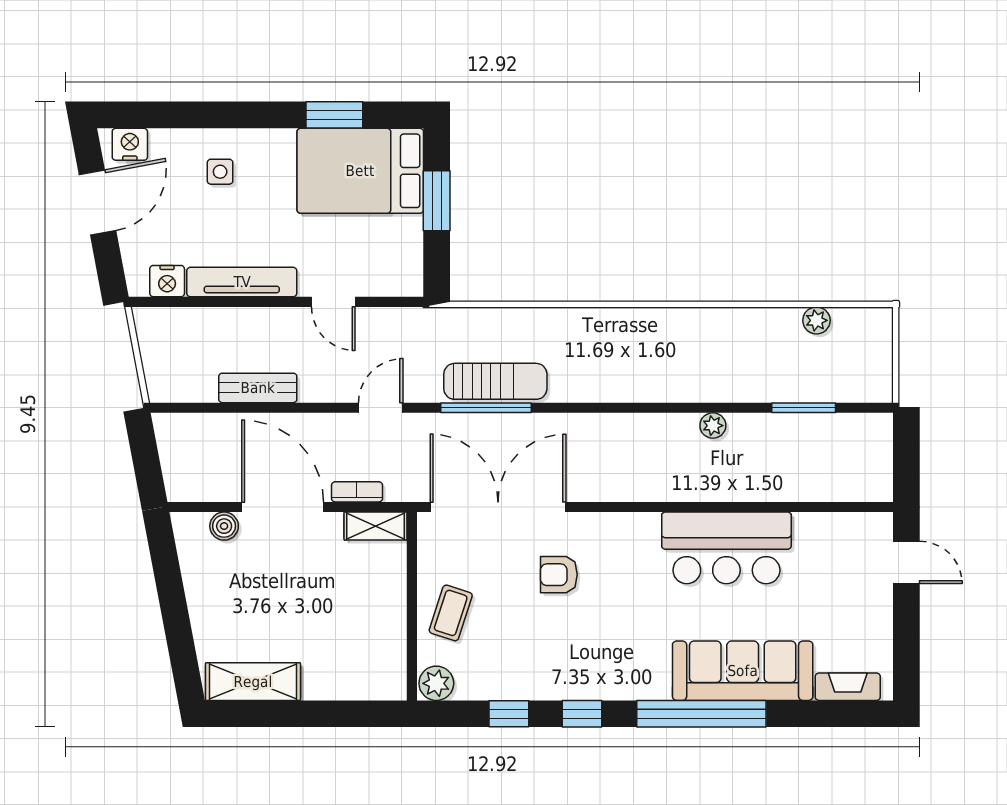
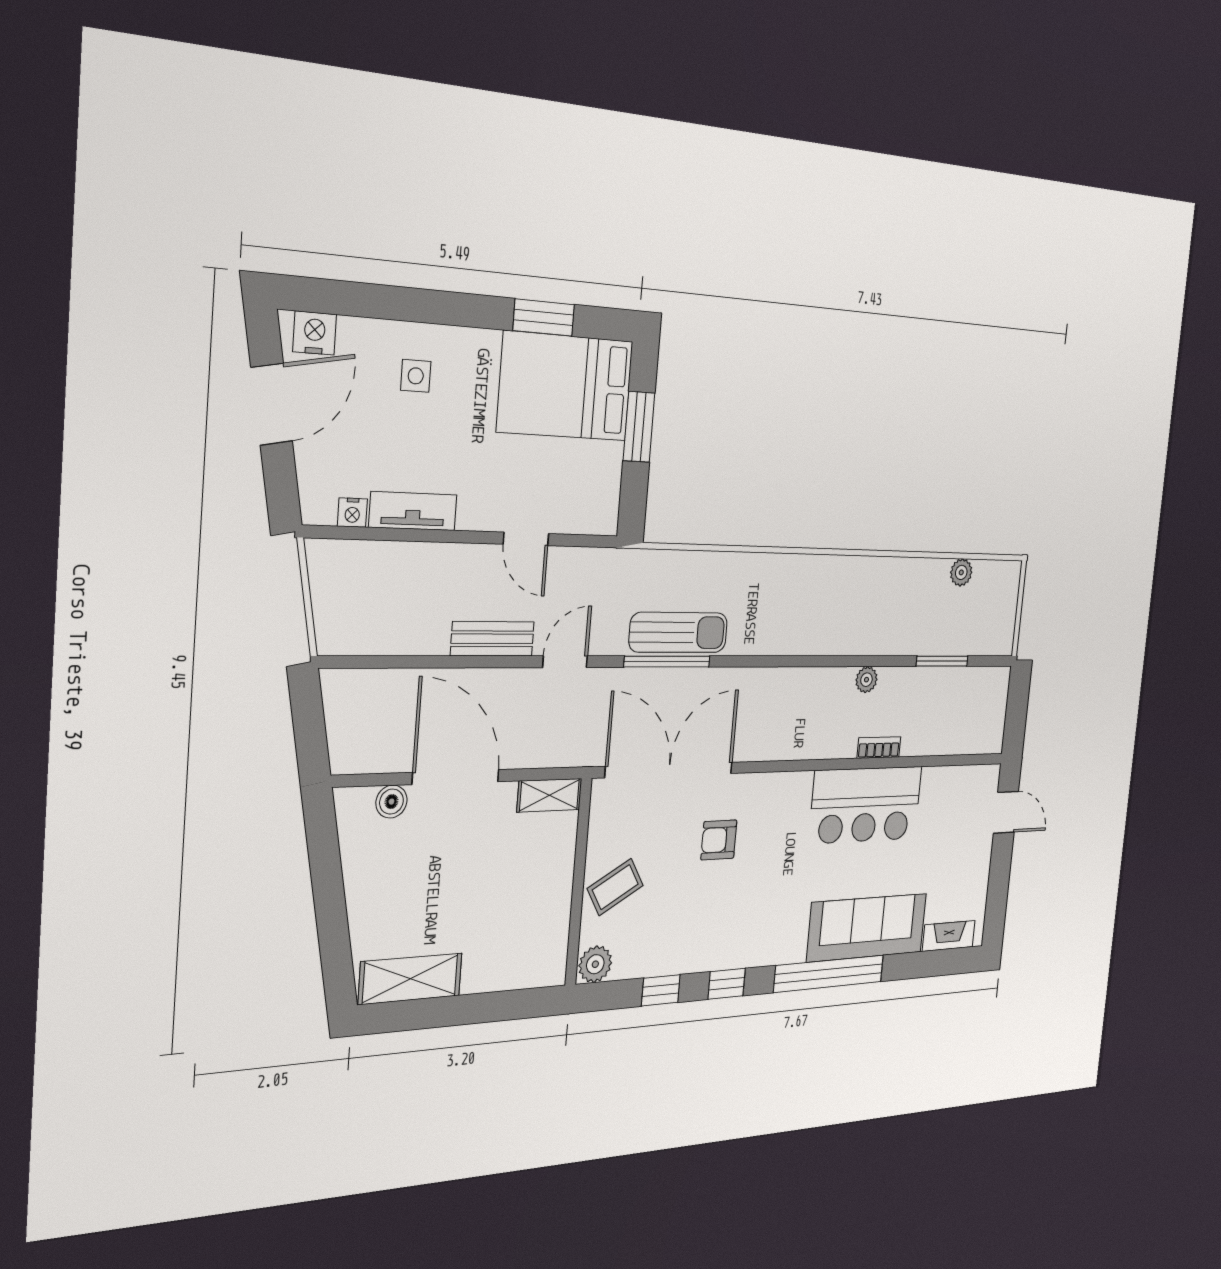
nightstand: (167, 281) -> (352, 513), width x0.72, depth x0.74
tv unit: (242, 282) -> (413, 511), width x0.71
bench: (258, 388) -> (492, 639), moved
bookcase: (357, 492) -> (879, 747), moved
coffee table: (451, 613) -> (615, 887), turned 42

